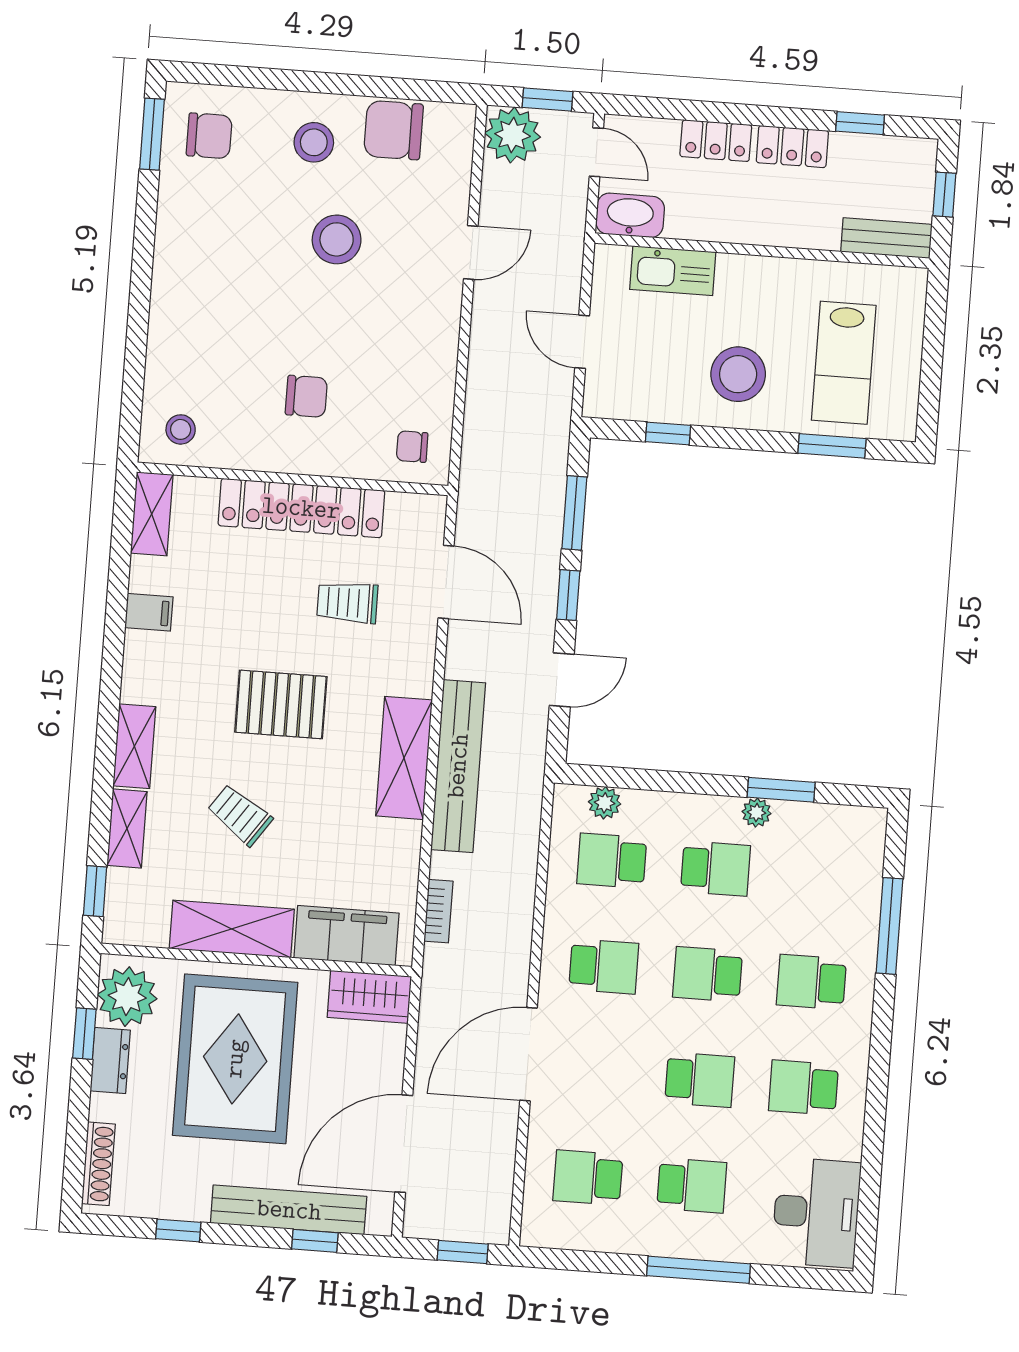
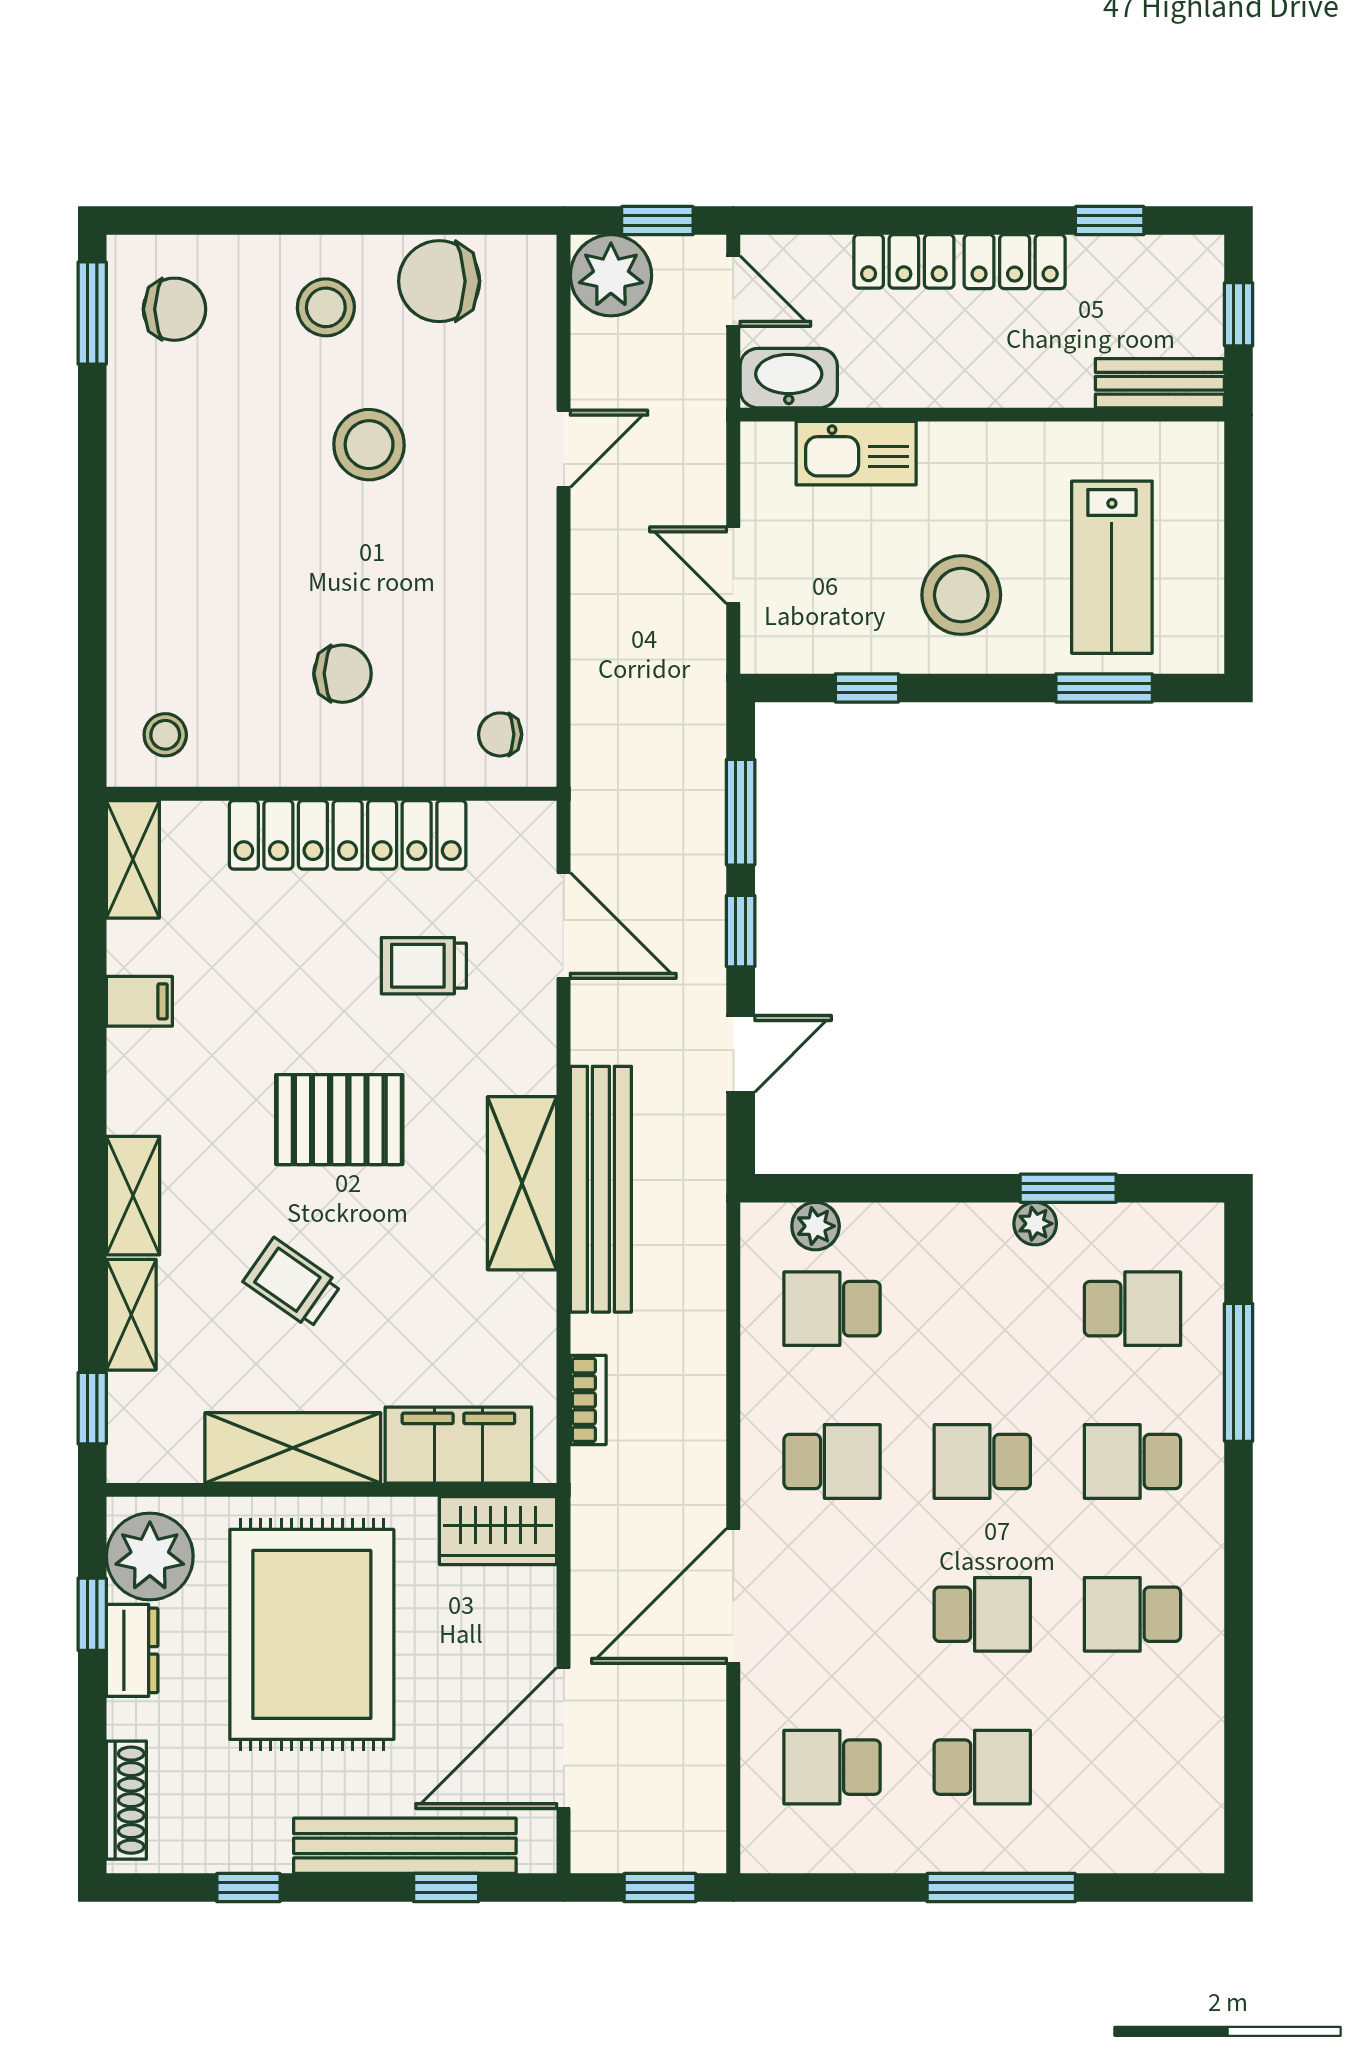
school desk: (716, 869) -> (1132, 1309), moved
desk: (816, 1213) -> (1164, 1793), removed

